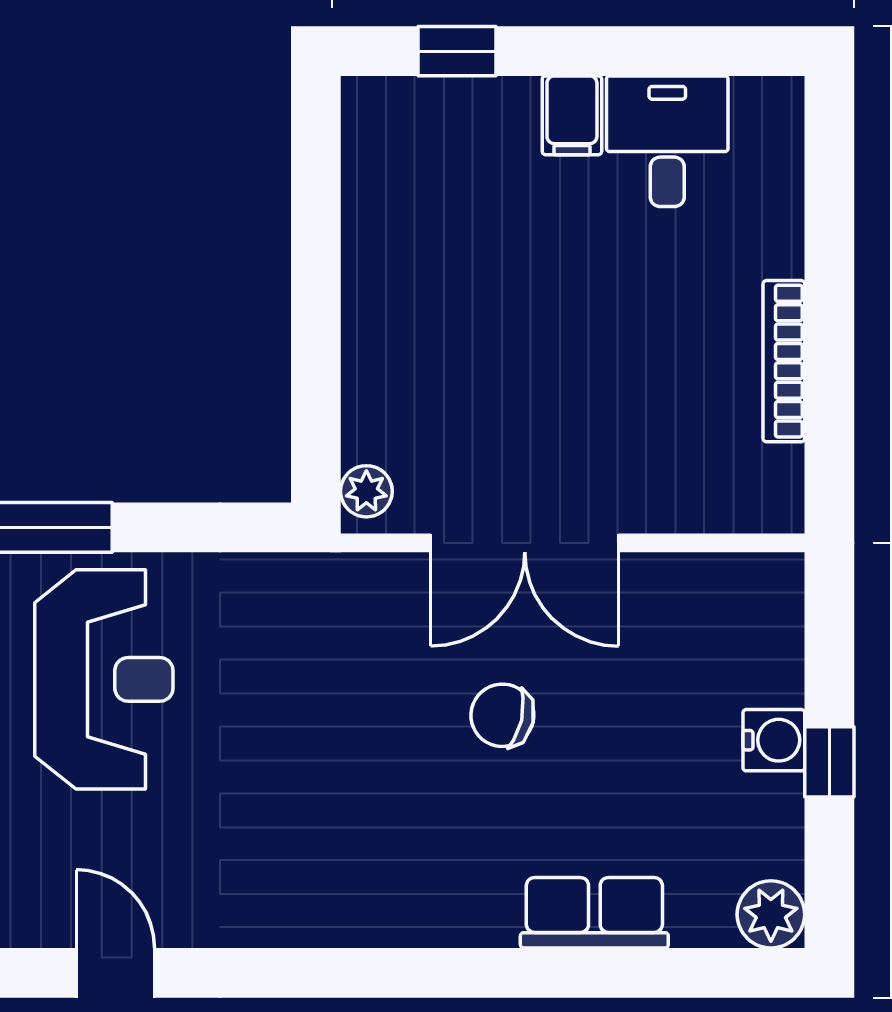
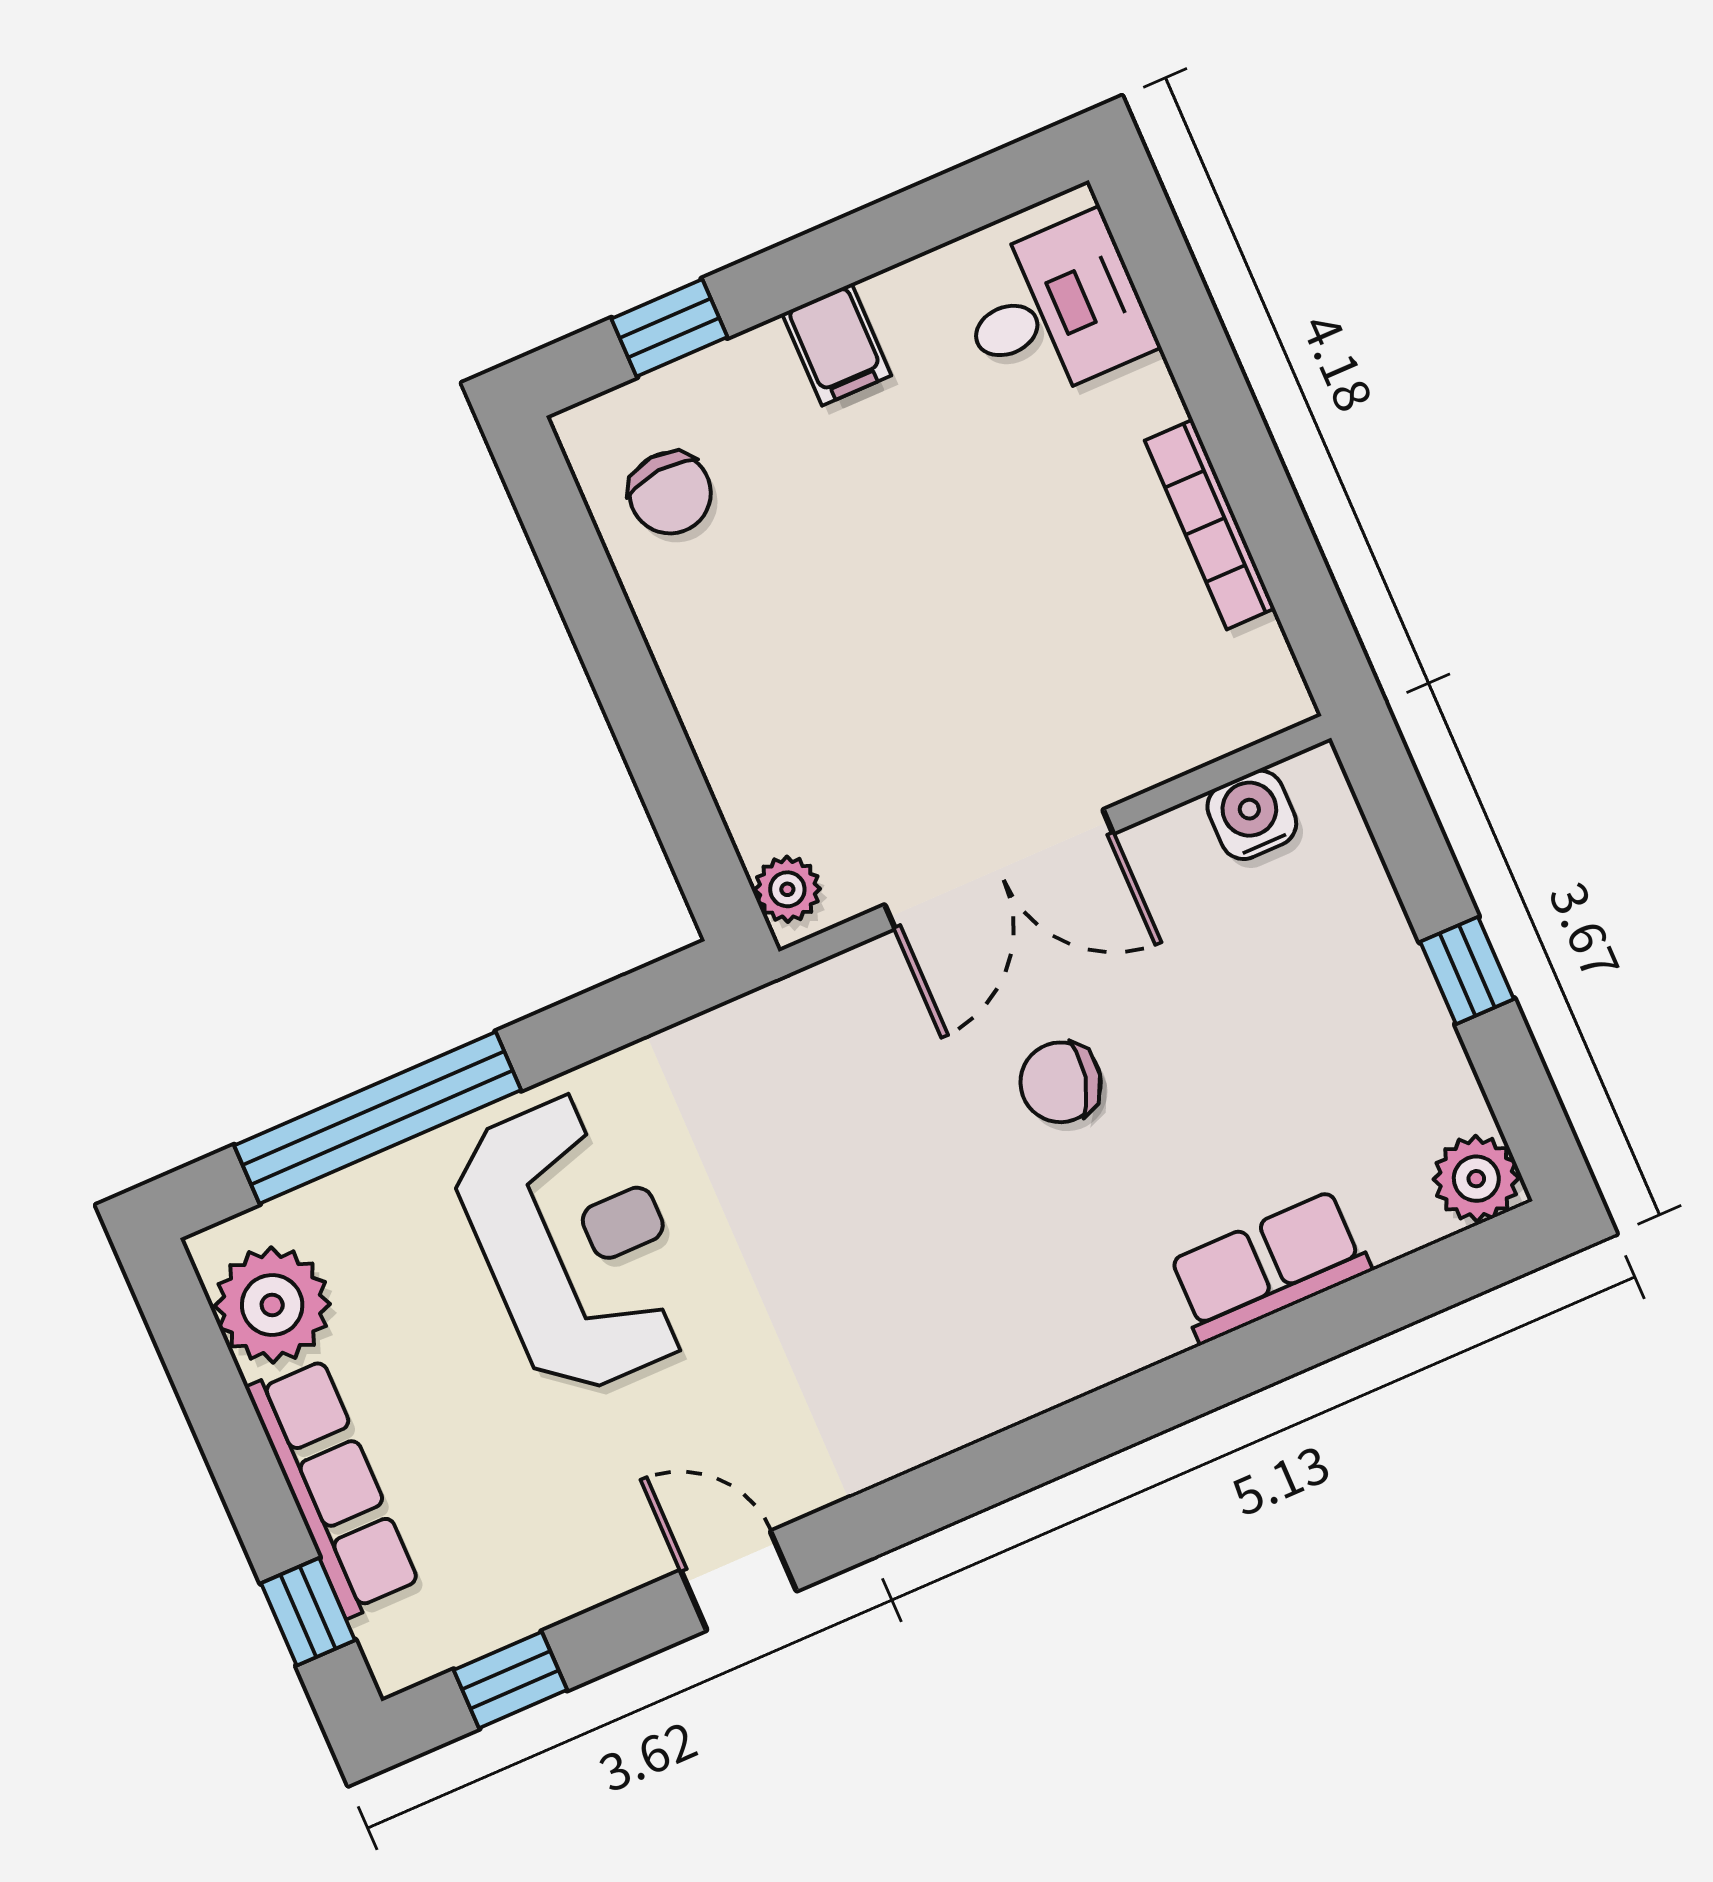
desk: (667, 141) -> (1054, 310), moved, turned 90
chair: (406, 170) -> (670, 493), added
water cooler: (774, 740) -> (1252, 815), moved, turned -90

